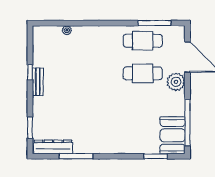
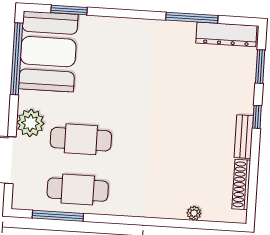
shoe rack: (37, 51) -> (241, 184), added
window: (30, 72) -> (257, 117), moved
booth: (173, 135) -> (48, 52), width x1.36, depth x1.42

